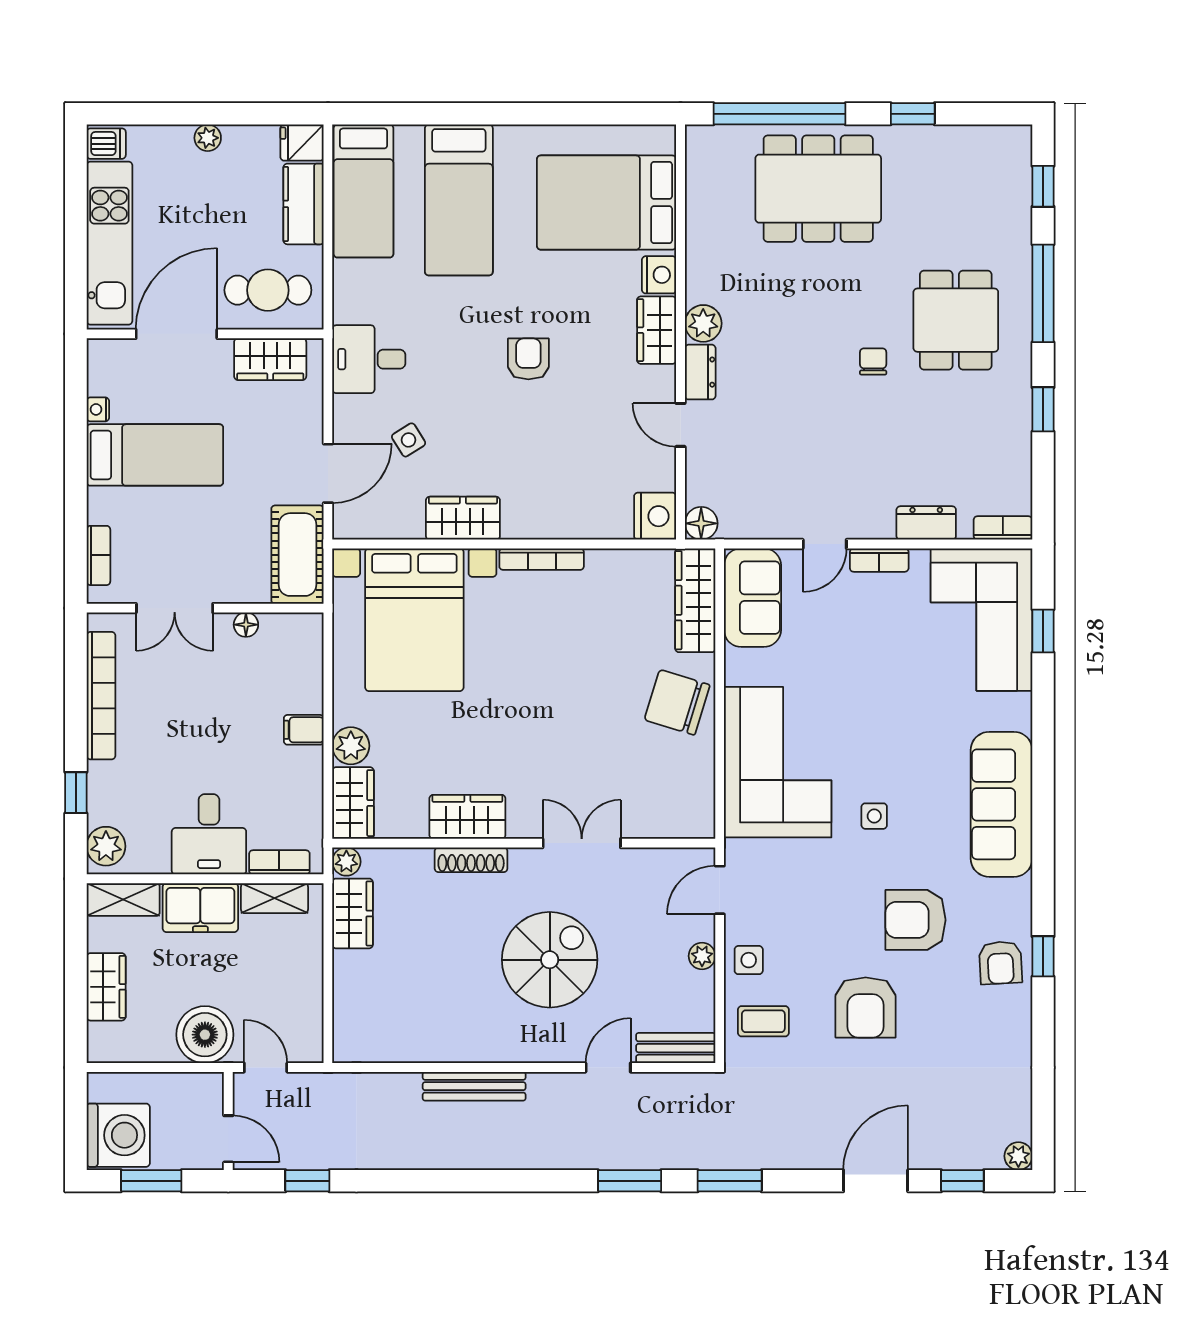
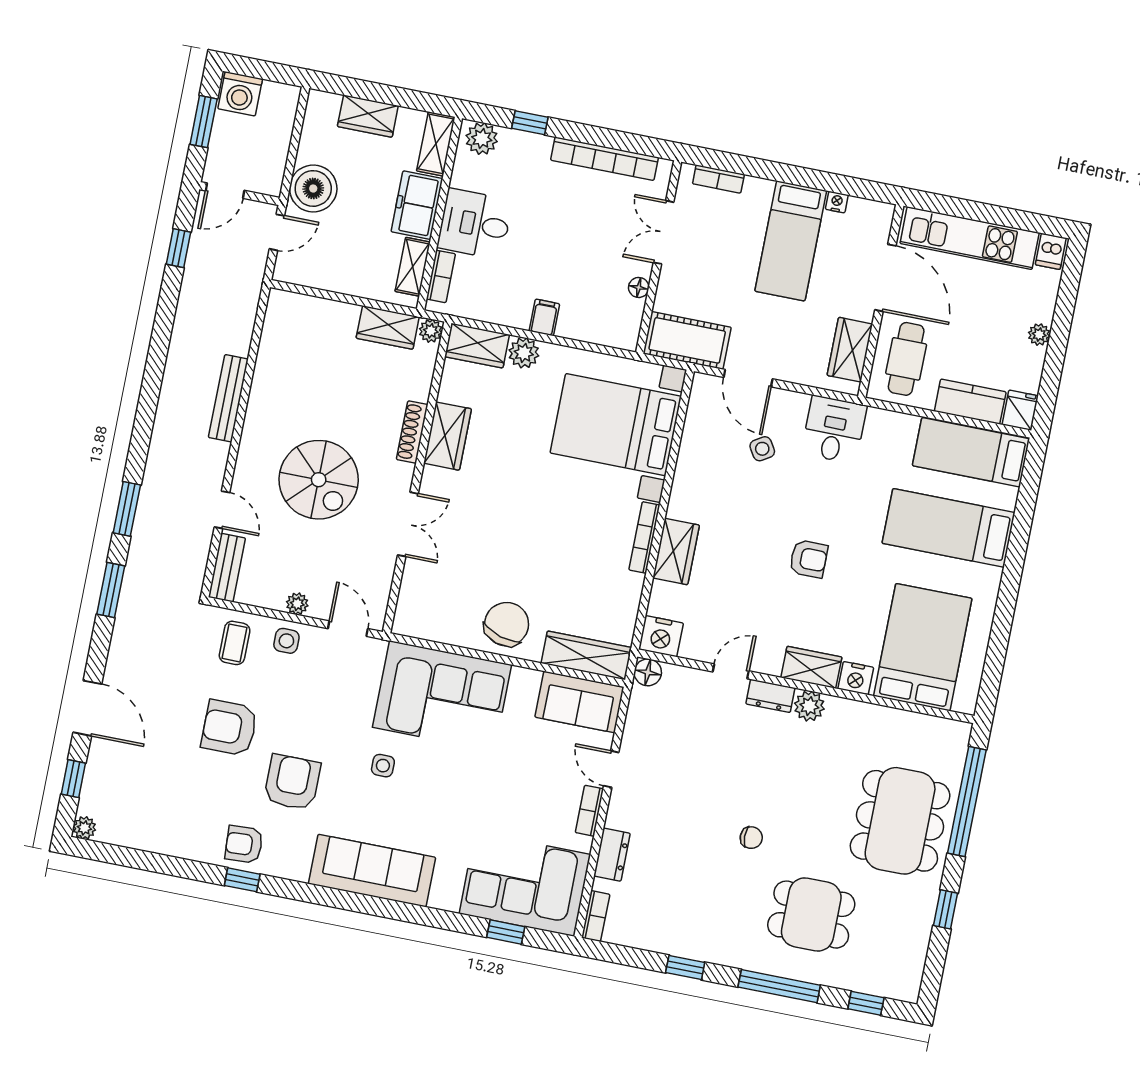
dining table: (956, 320) -> (811, 915), moved
wardrobe: (463, 518) -> (676, 552), moved
washing machine: (118, 1135) -> (240, 94), width x0.73, depth x0.73

